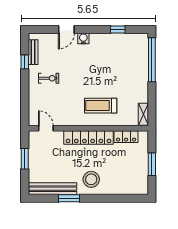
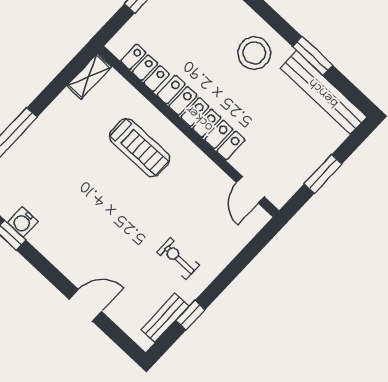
water cooler: (83, 38) -> (23, 222), moved

